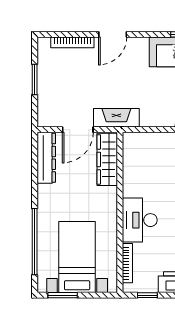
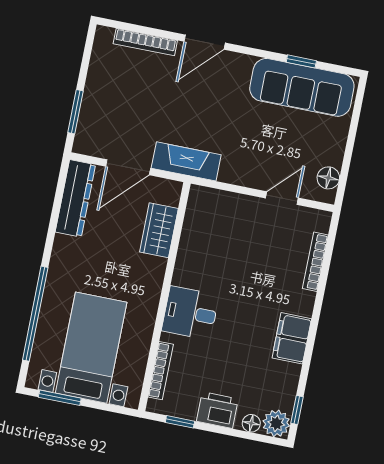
window: (35, 80) -> (76, 112), moved
wardrobe: (107, 159) -> (159, 230), width x0.67
desk: (140, 220) -> (190, 313), width x0.73

